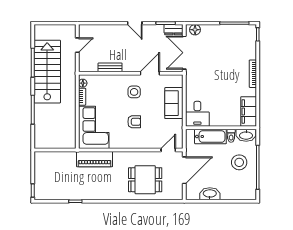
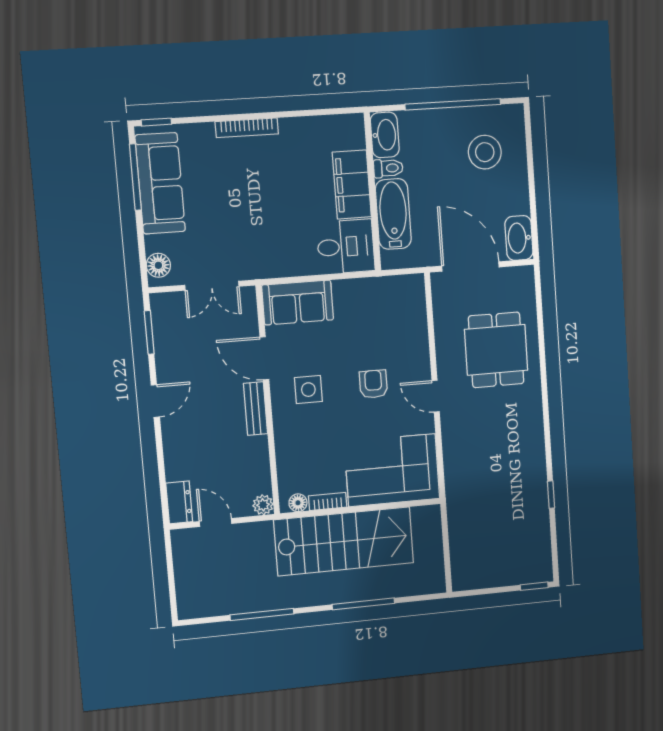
dresser: (174, 30) -> (179, 502), moved
sofa: (231, 34) -> (160, 183), added
double door: (184, 53) -> (212, 286), width x0.73
plant: (83, 67) -> (263, 505), added
bench: (110, 67) -> (255, 409), moved
stairs: (47, 72) -> (344, 541), moved, turned 180
sofa: (174, 103) -> (298, 302), moved
filing cabinet: (249, 111) -> (352, 185), moved, turned 90
door: (168, 150) -> (436, 396), moved
piano: (95, 159) -> (460, 462), removed
stool: (239, 162) -> (485, 152), moved
washbasin: (210, 194) -> (519, 238), moved

